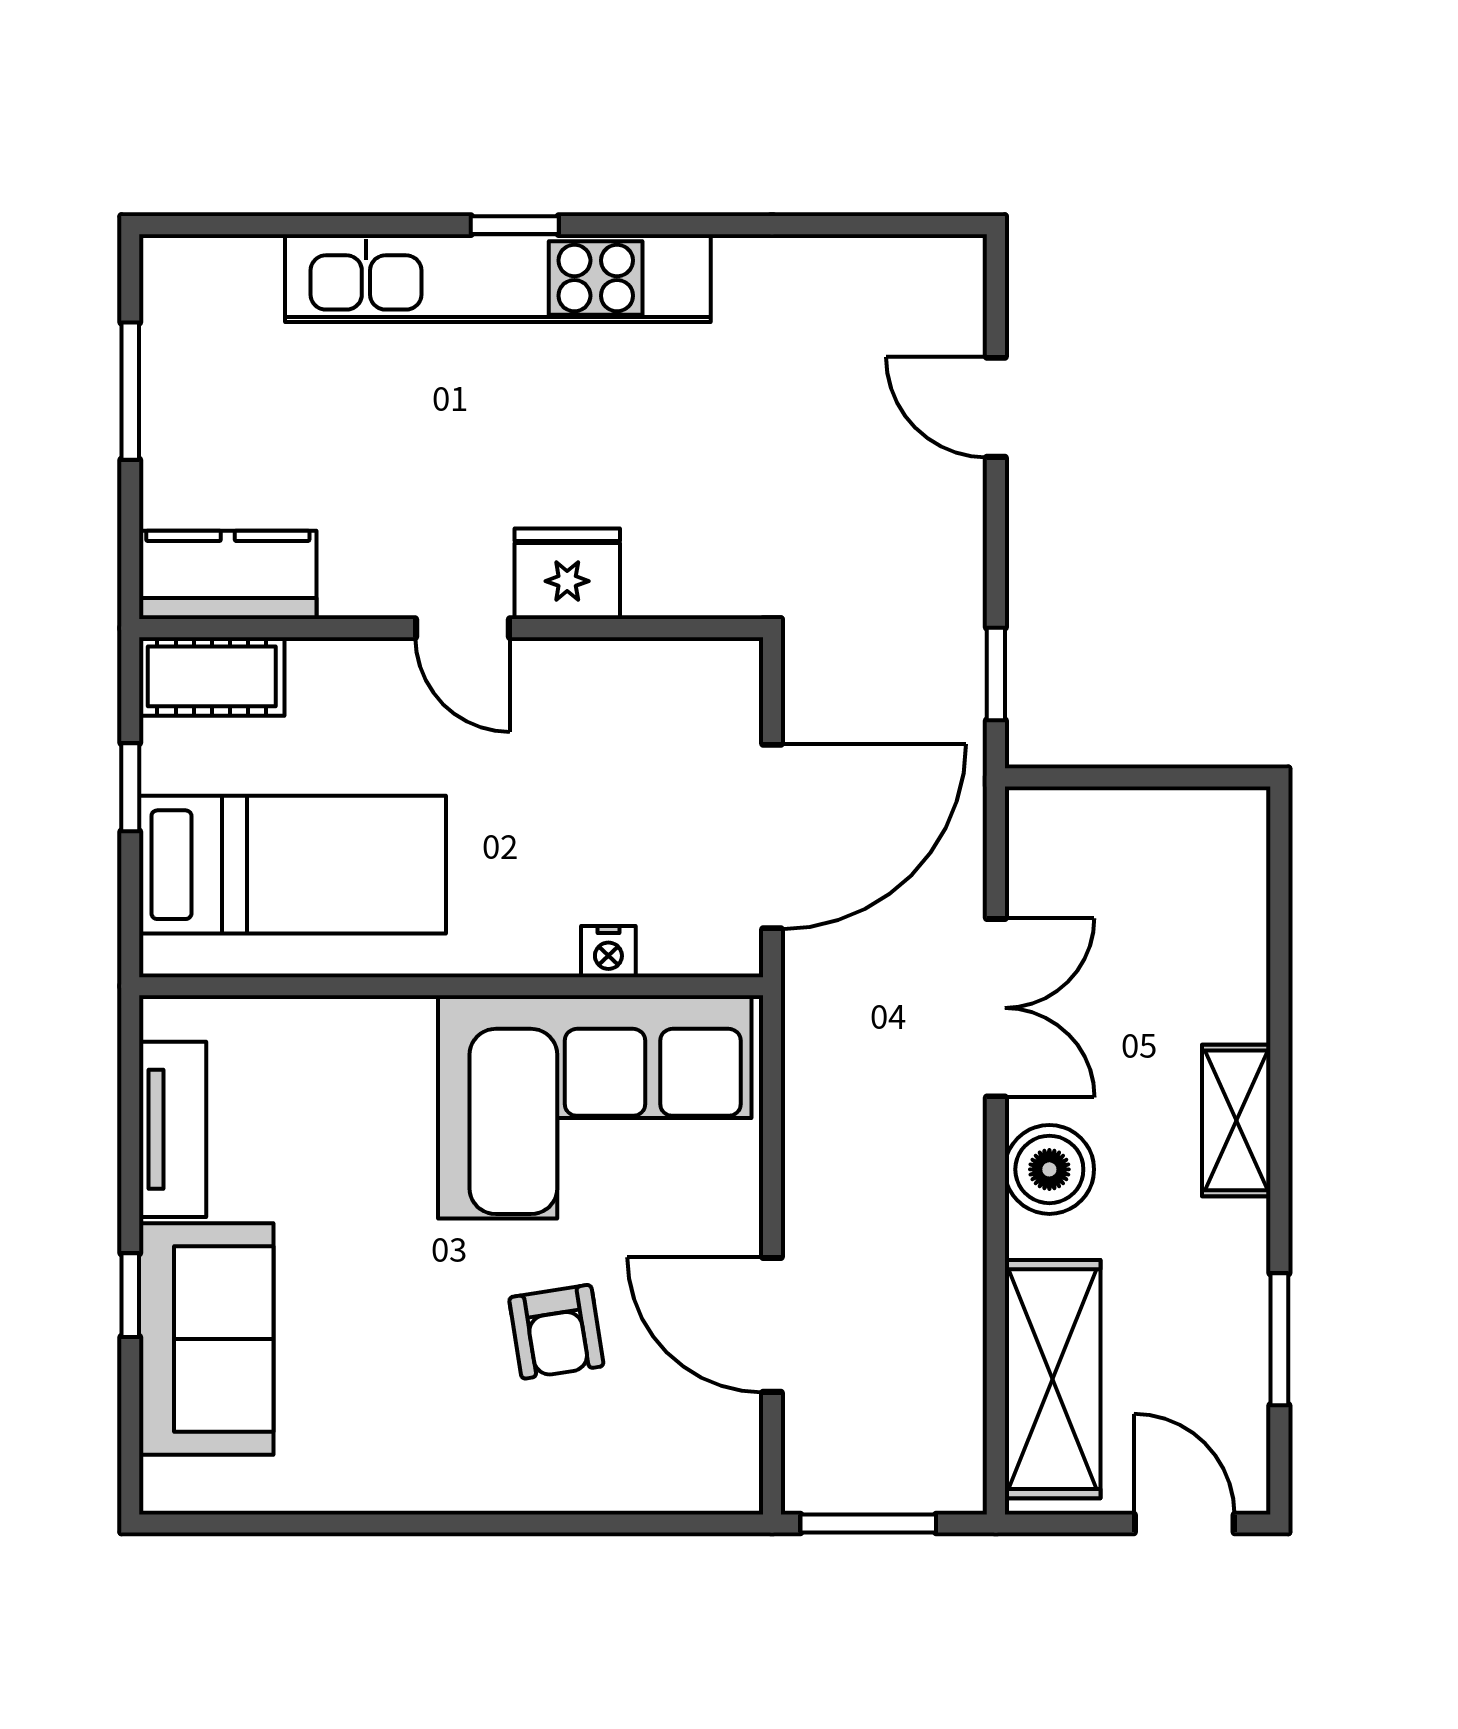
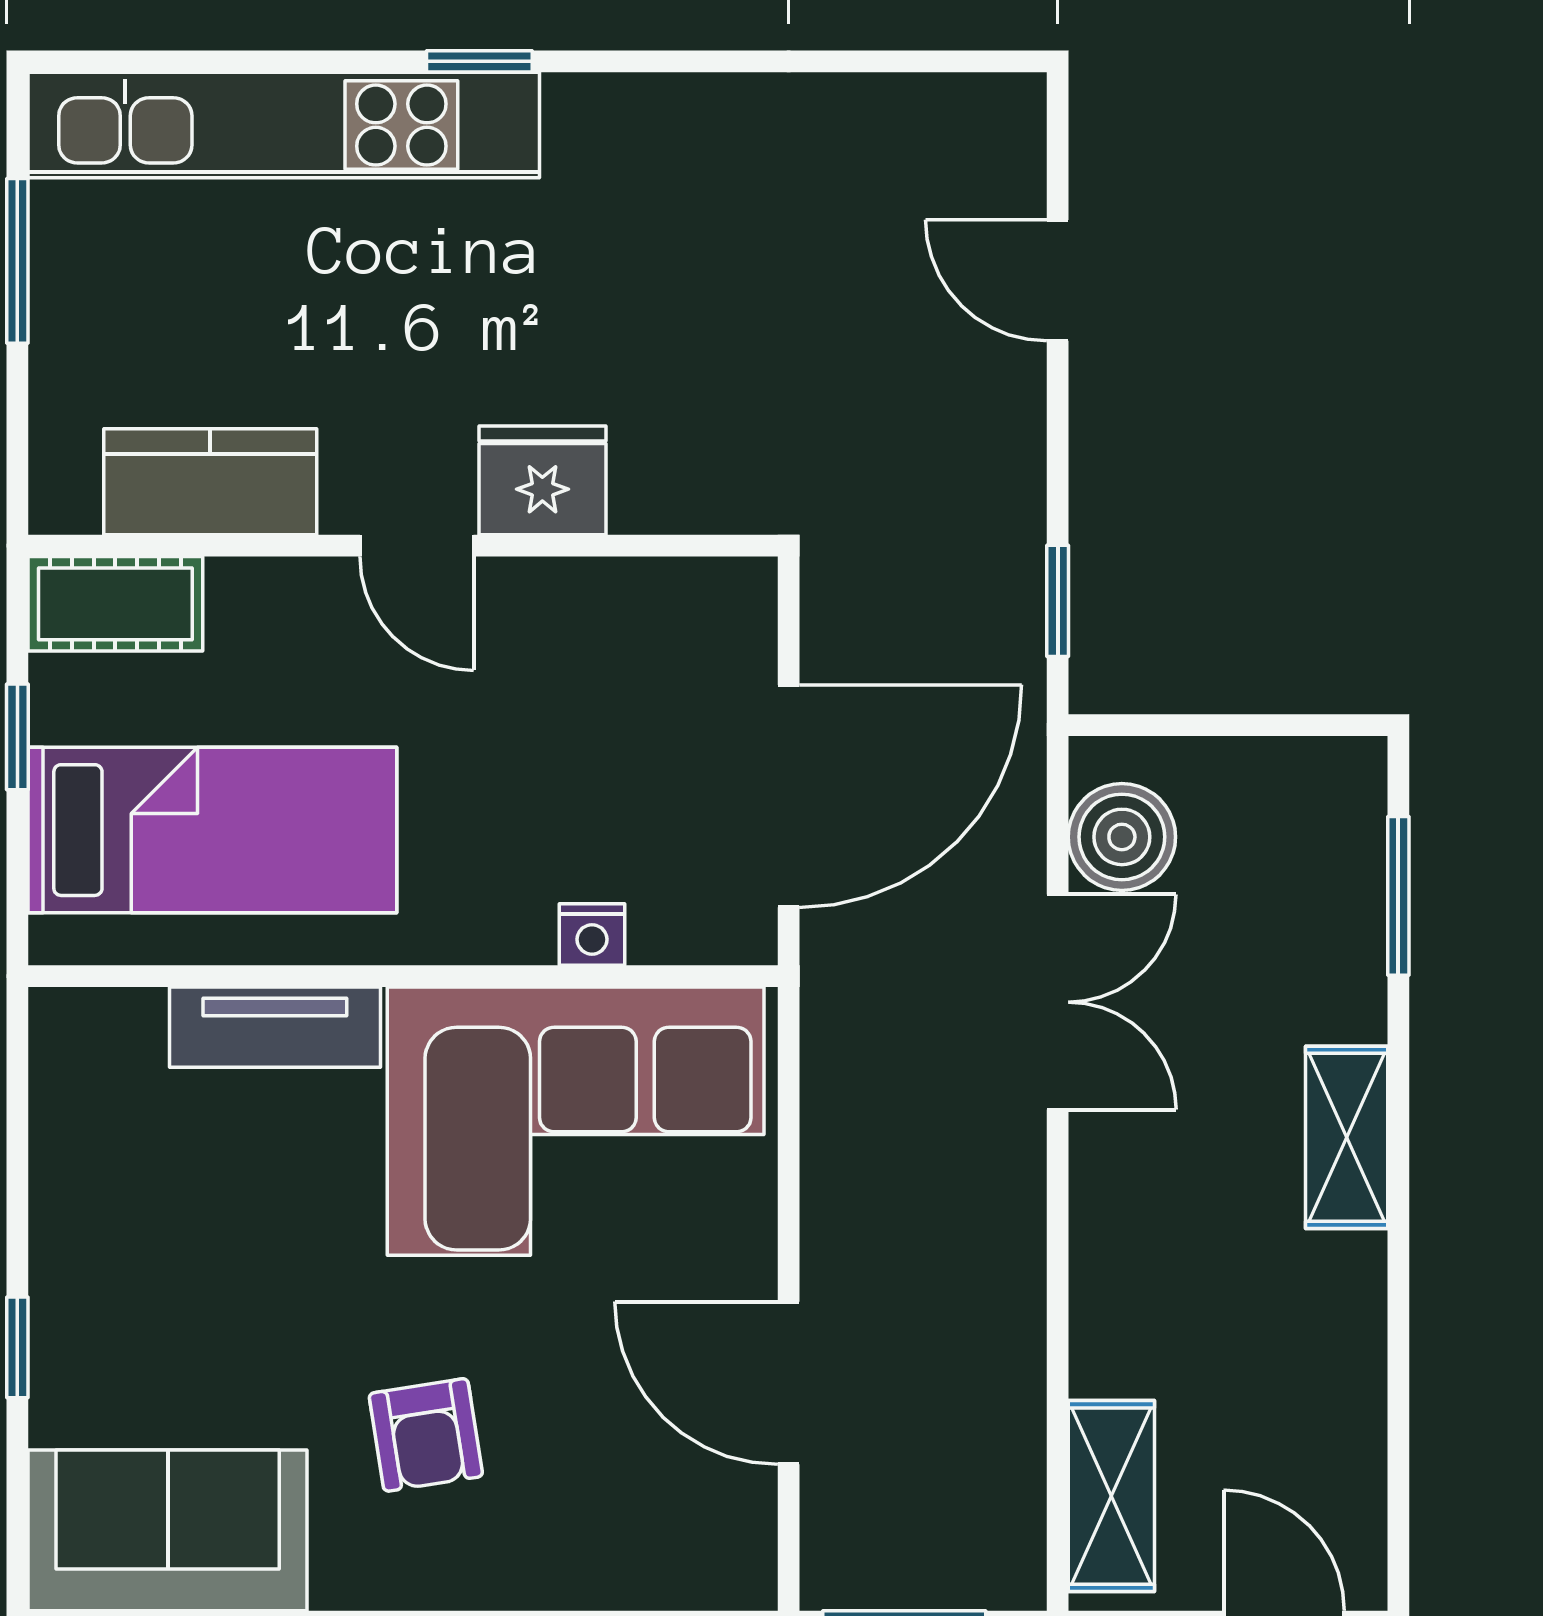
kitchen unit: (498, 278) -> (284, 125), moved
kitchen counter: (228, 575) -> (210, 482), moved
tv unit: (173, 1129) -> (275, 1027), moved, turned 90
boiler: (1049, 1169) -> (1122, 837), moved
armchair: (556, 1332) -> (426, 1435), moved
sofa: (206, 1339) -> (168, 1530), moved, turned -90
window: (1279, 1339) -> (1398, 896), moved
shelving: (1053, 1379) -> (1111, 1496), width x0.67, depth x0.75

